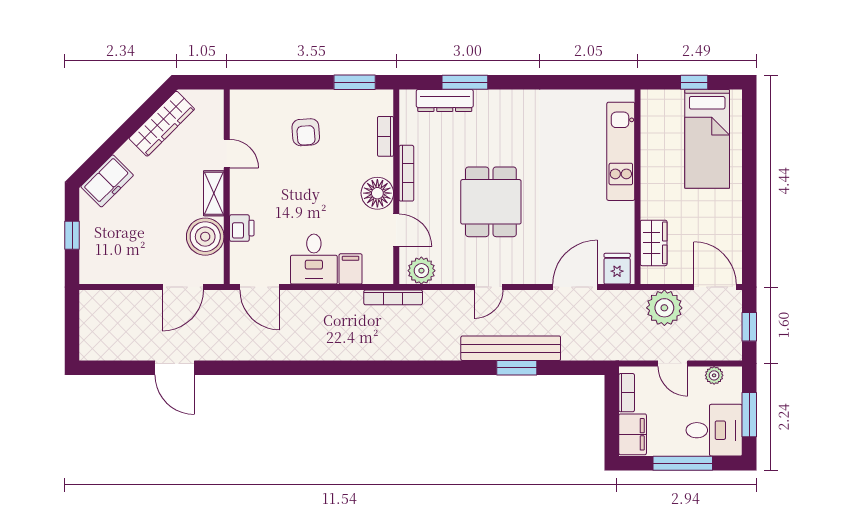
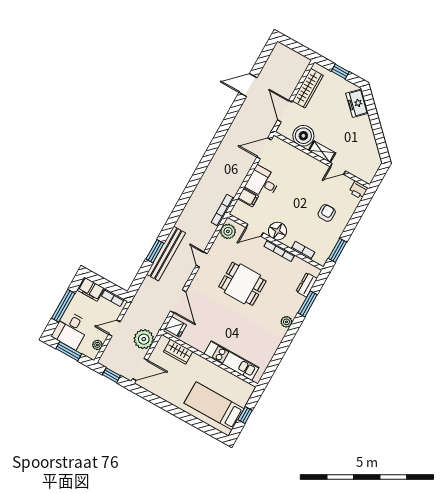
plant: (512, 99) -> (286, 322), added
dresser: (445, 100) -> (307, 285), width x0.70
wardrobe: (162, 124) -> (308, 88), moved, turned -135
armchair: (306, 132) -> (327, 213), turned 94
printer: (242, 228) -> (358, 190), moved

